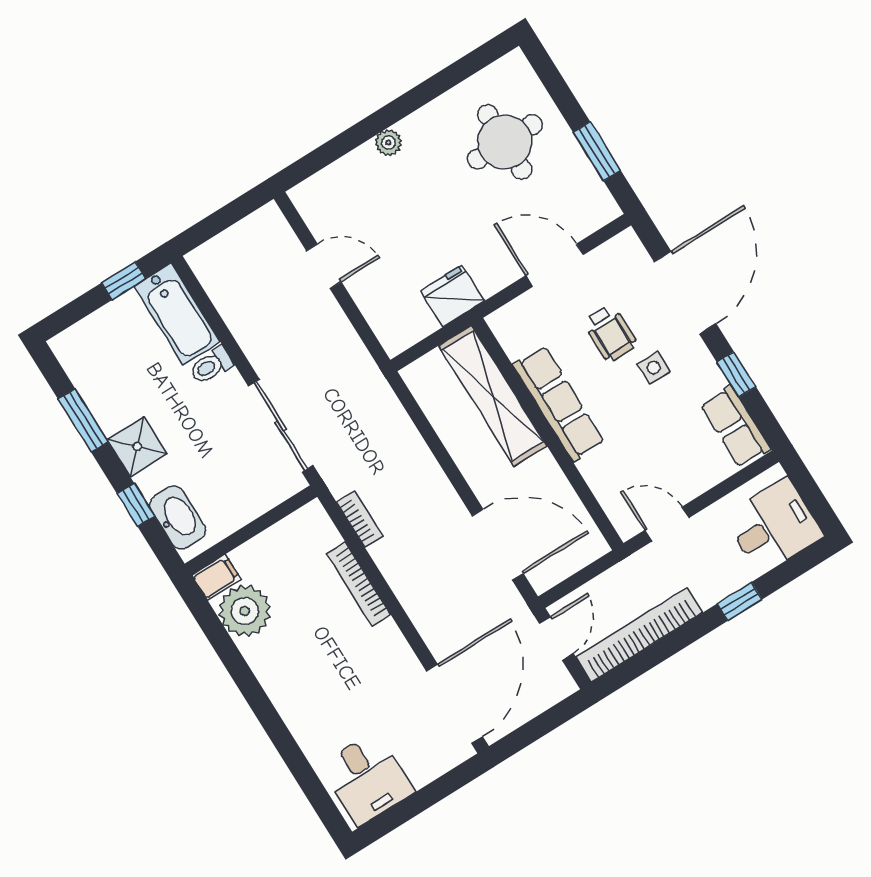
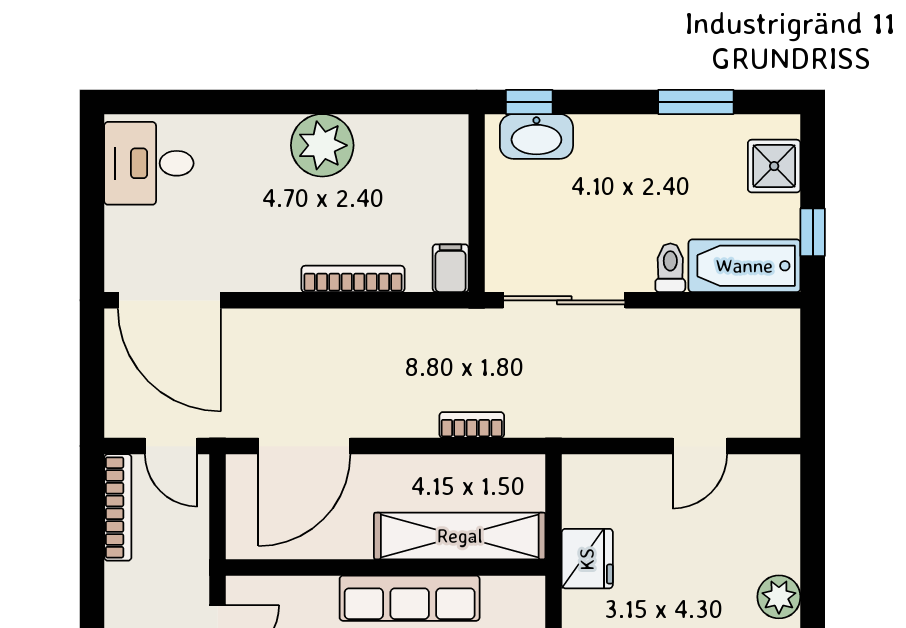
plant: (388, 143) -> (779, 597), width x1.38, depth x1.38
shower: (137, 446) -> (774, 166), moved
window: (136, 505) -> (529, 102), moved
bookcase: (360, 519) -> (472, 425), moved, turned 180
filing cabinet: (217, 577) -> (451, 268), moved, turned 180
plant: (245, 611) -> (322, 145), moved
bookcase: (639, 635) -> (118, 507), width x0.68, depth x0.76

